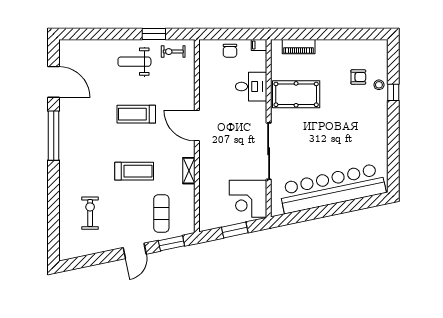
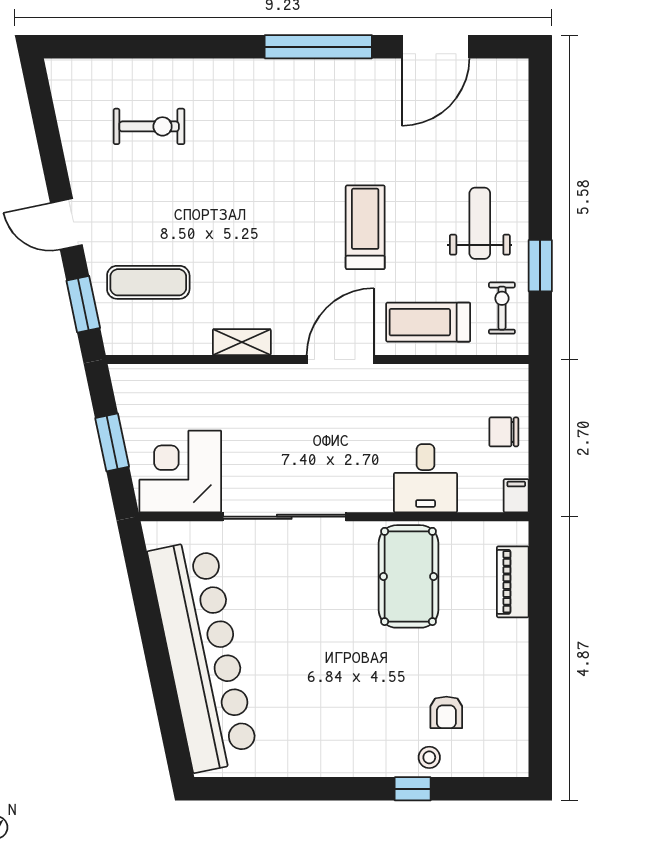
treadmill: (134, 171) -> (428, 322), moved, turned 90

